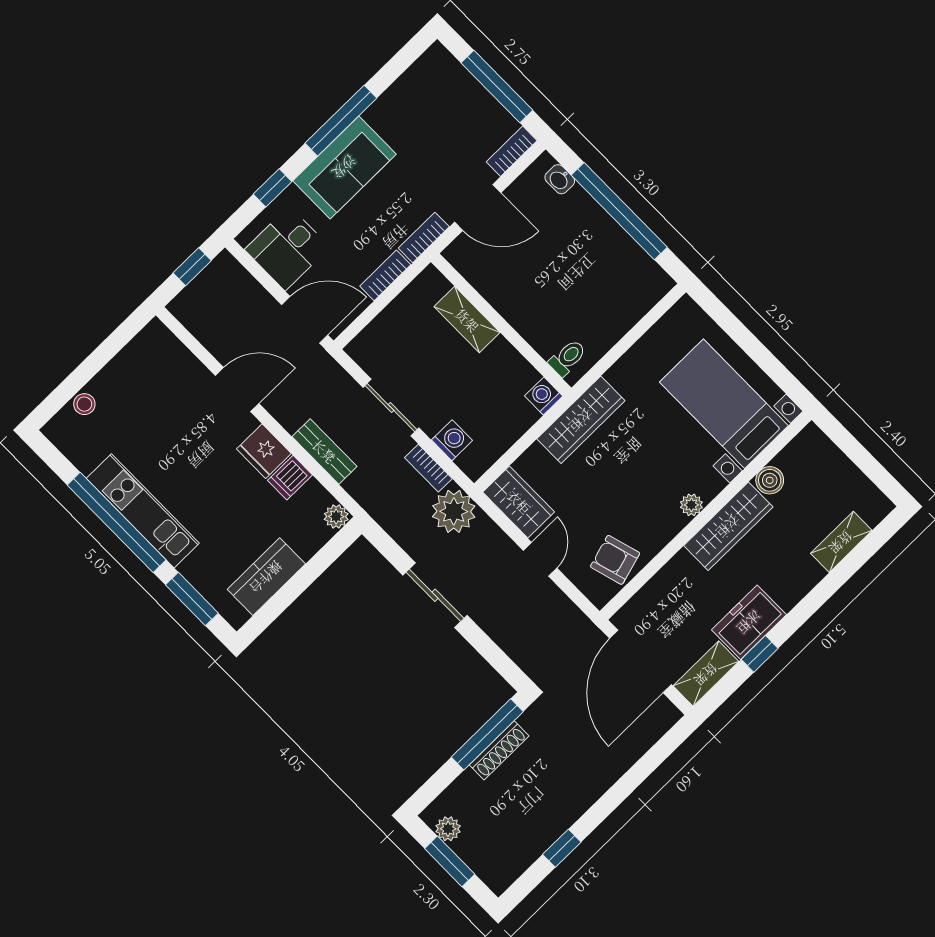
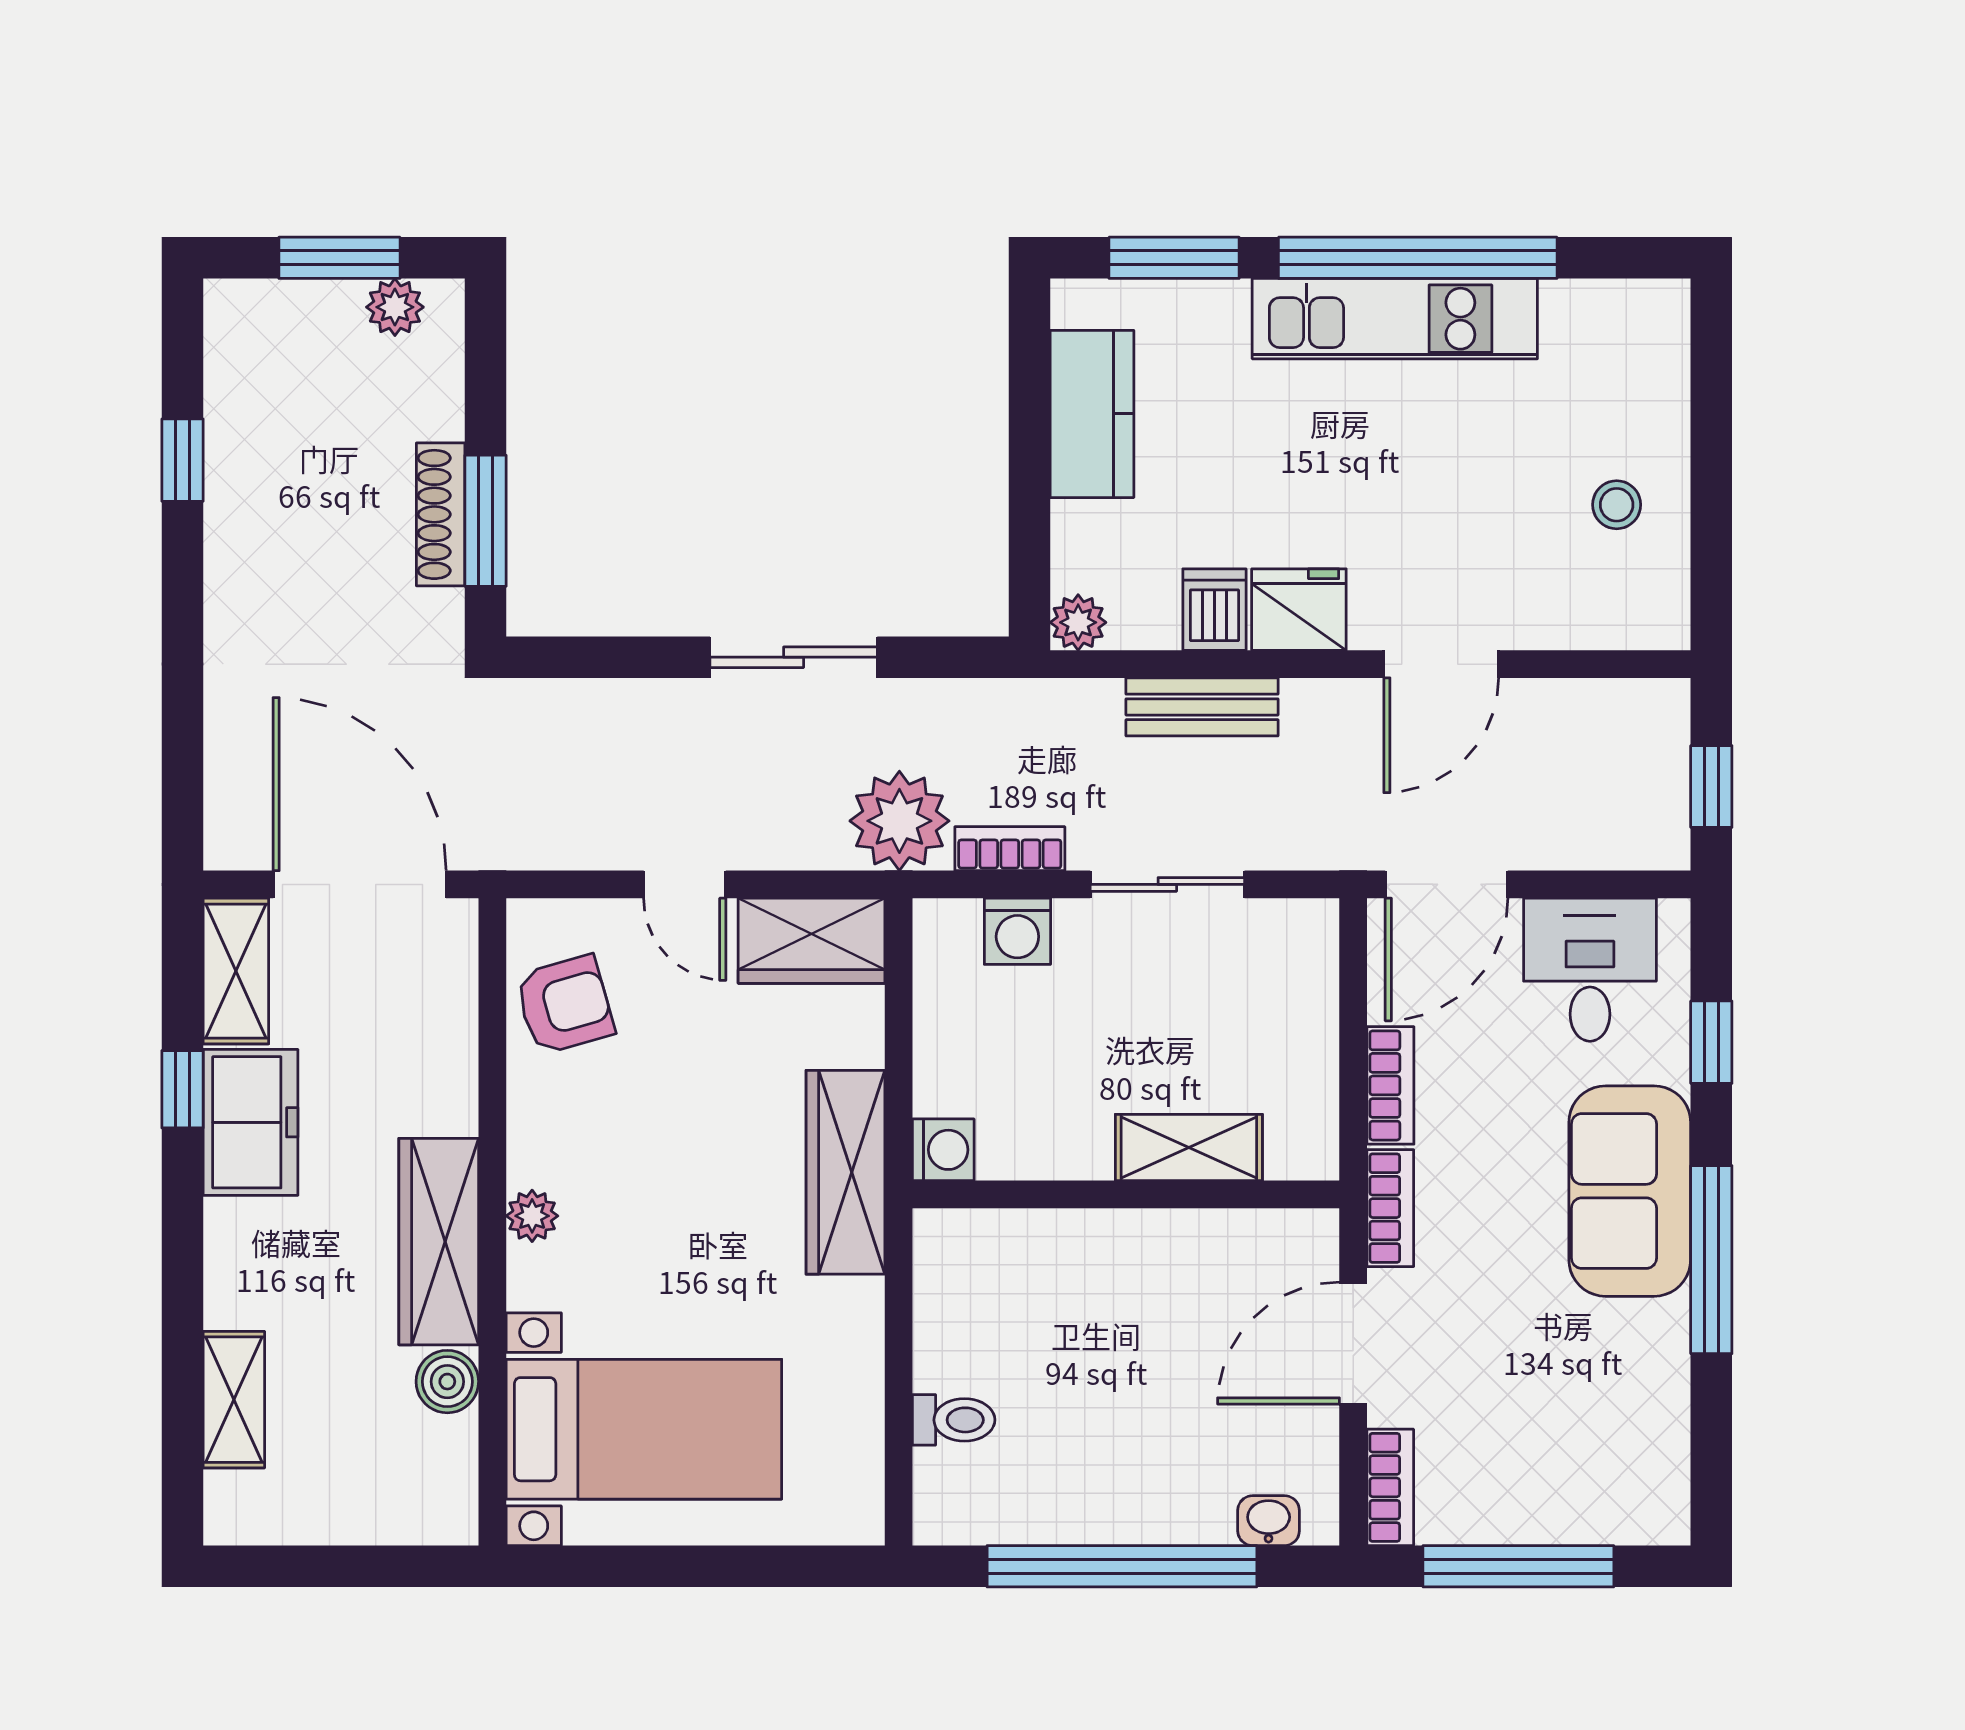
toilet: (567, 358) -> (954, 1420), moved, turned -90
stool: (84, 404) -> (1617, 505), moved
window: (487, 734) -> (486, 521), width x0.69

